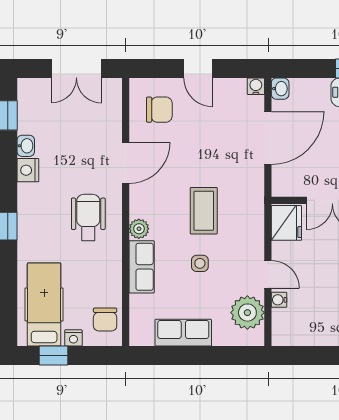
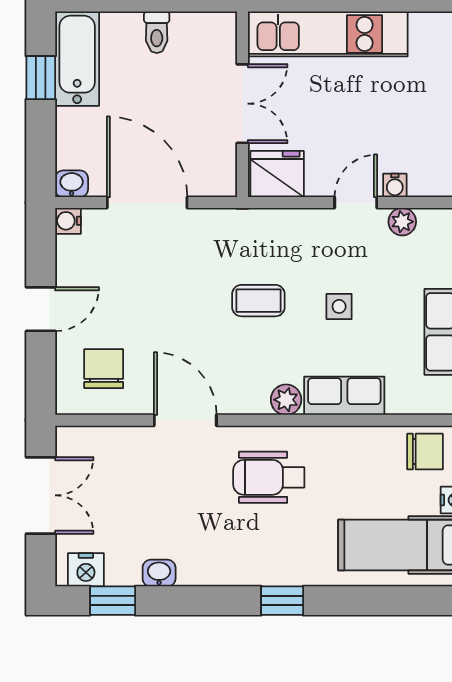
nightstand: (28, 170) -> (86, 570), moved
coffee table: (204, 211) -> (258, 301), width x0.73, depth x0.77
plant: (247, 313) -> (402, 222), width x0.53, depth x0.53

